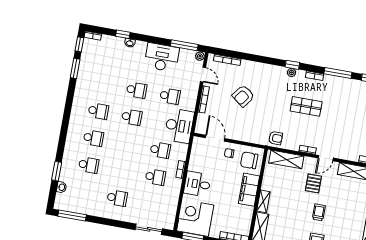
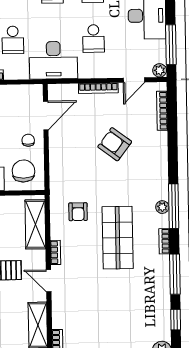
window: (292, 65) -> (174, 206), width x2.17
shop shelf: (306, 106) -> (118, 238), width x1.43, depth x1.36
armchair: (276, 138) -> (78, 212), moved

